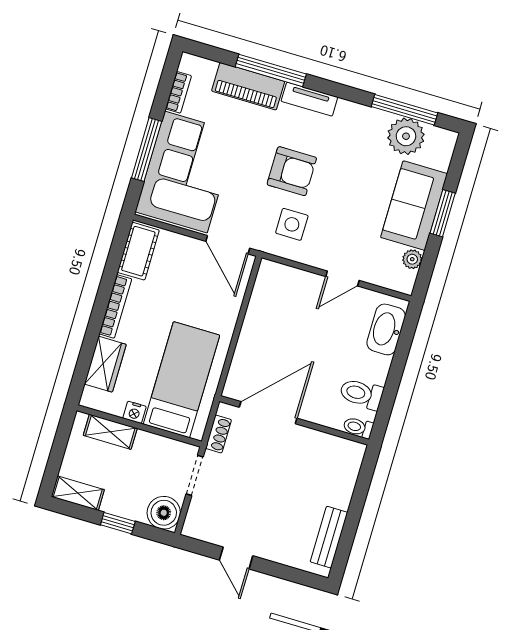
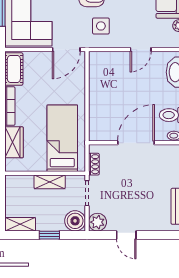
door: (228, 245) -> (66, 49), hinge flipped
nightstand: (135, 412) -> (40, 166), removed
door: (268, 413) -> (136, 143), moved
shelving: (110, 432) -> (50, 182), moved
plant: (198, 525) -> (97, 222), added

